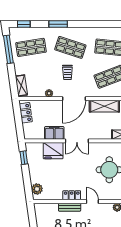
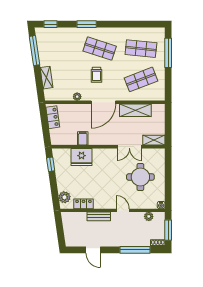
shop shelf: (31, 47) -> (58, 49), removed
shelving: (21, 86) -> (47, 78), moved
filing cabinet: (54, 133) -> (83, 138), width x0.50
double door: (77, 141) -> (129, 147), moved
locker: (72, 195) -> (83, 204), moved

